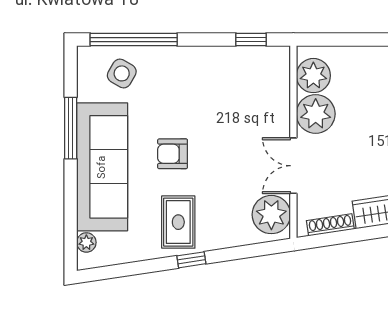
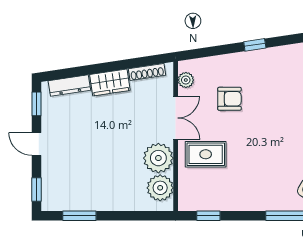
armchair: (173, 154) -> (229, 99), moved
plant: (271, 215) -> (186, 80), width x0.53, depth x0.53
rug: (178, 222) -> (206, 154), moved, turned 90

